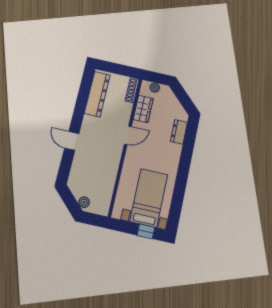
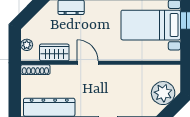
plant: (84, 202) -> (163, 93), width x1.88, depth x1.88

